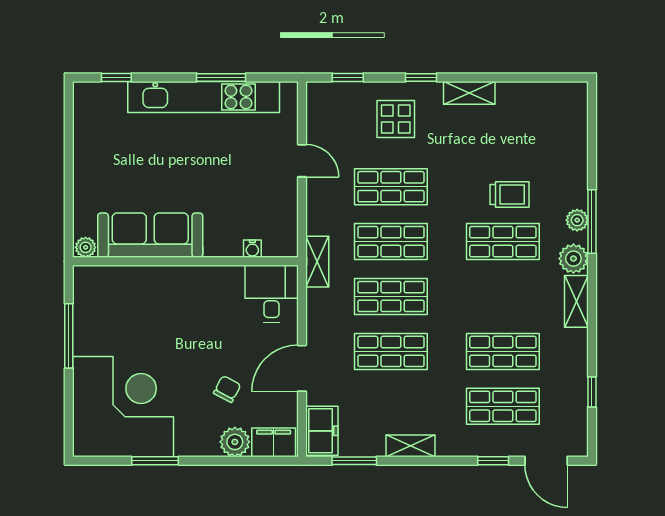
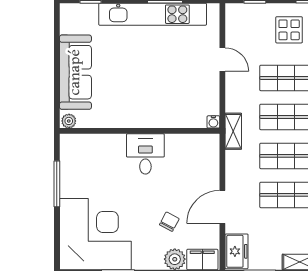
sofa: (150, 235) -> (75, 72), moved, turned 90
water cooler: (252, 249) -> (213, 122), moved
desk: (272, 294) -> (145, 154), moved

